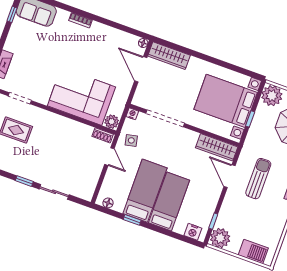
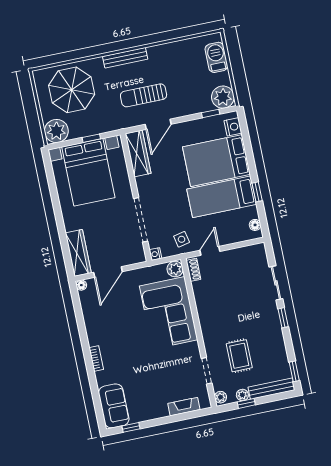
bed: (169, 201) -> (216, 161), width x1.50

